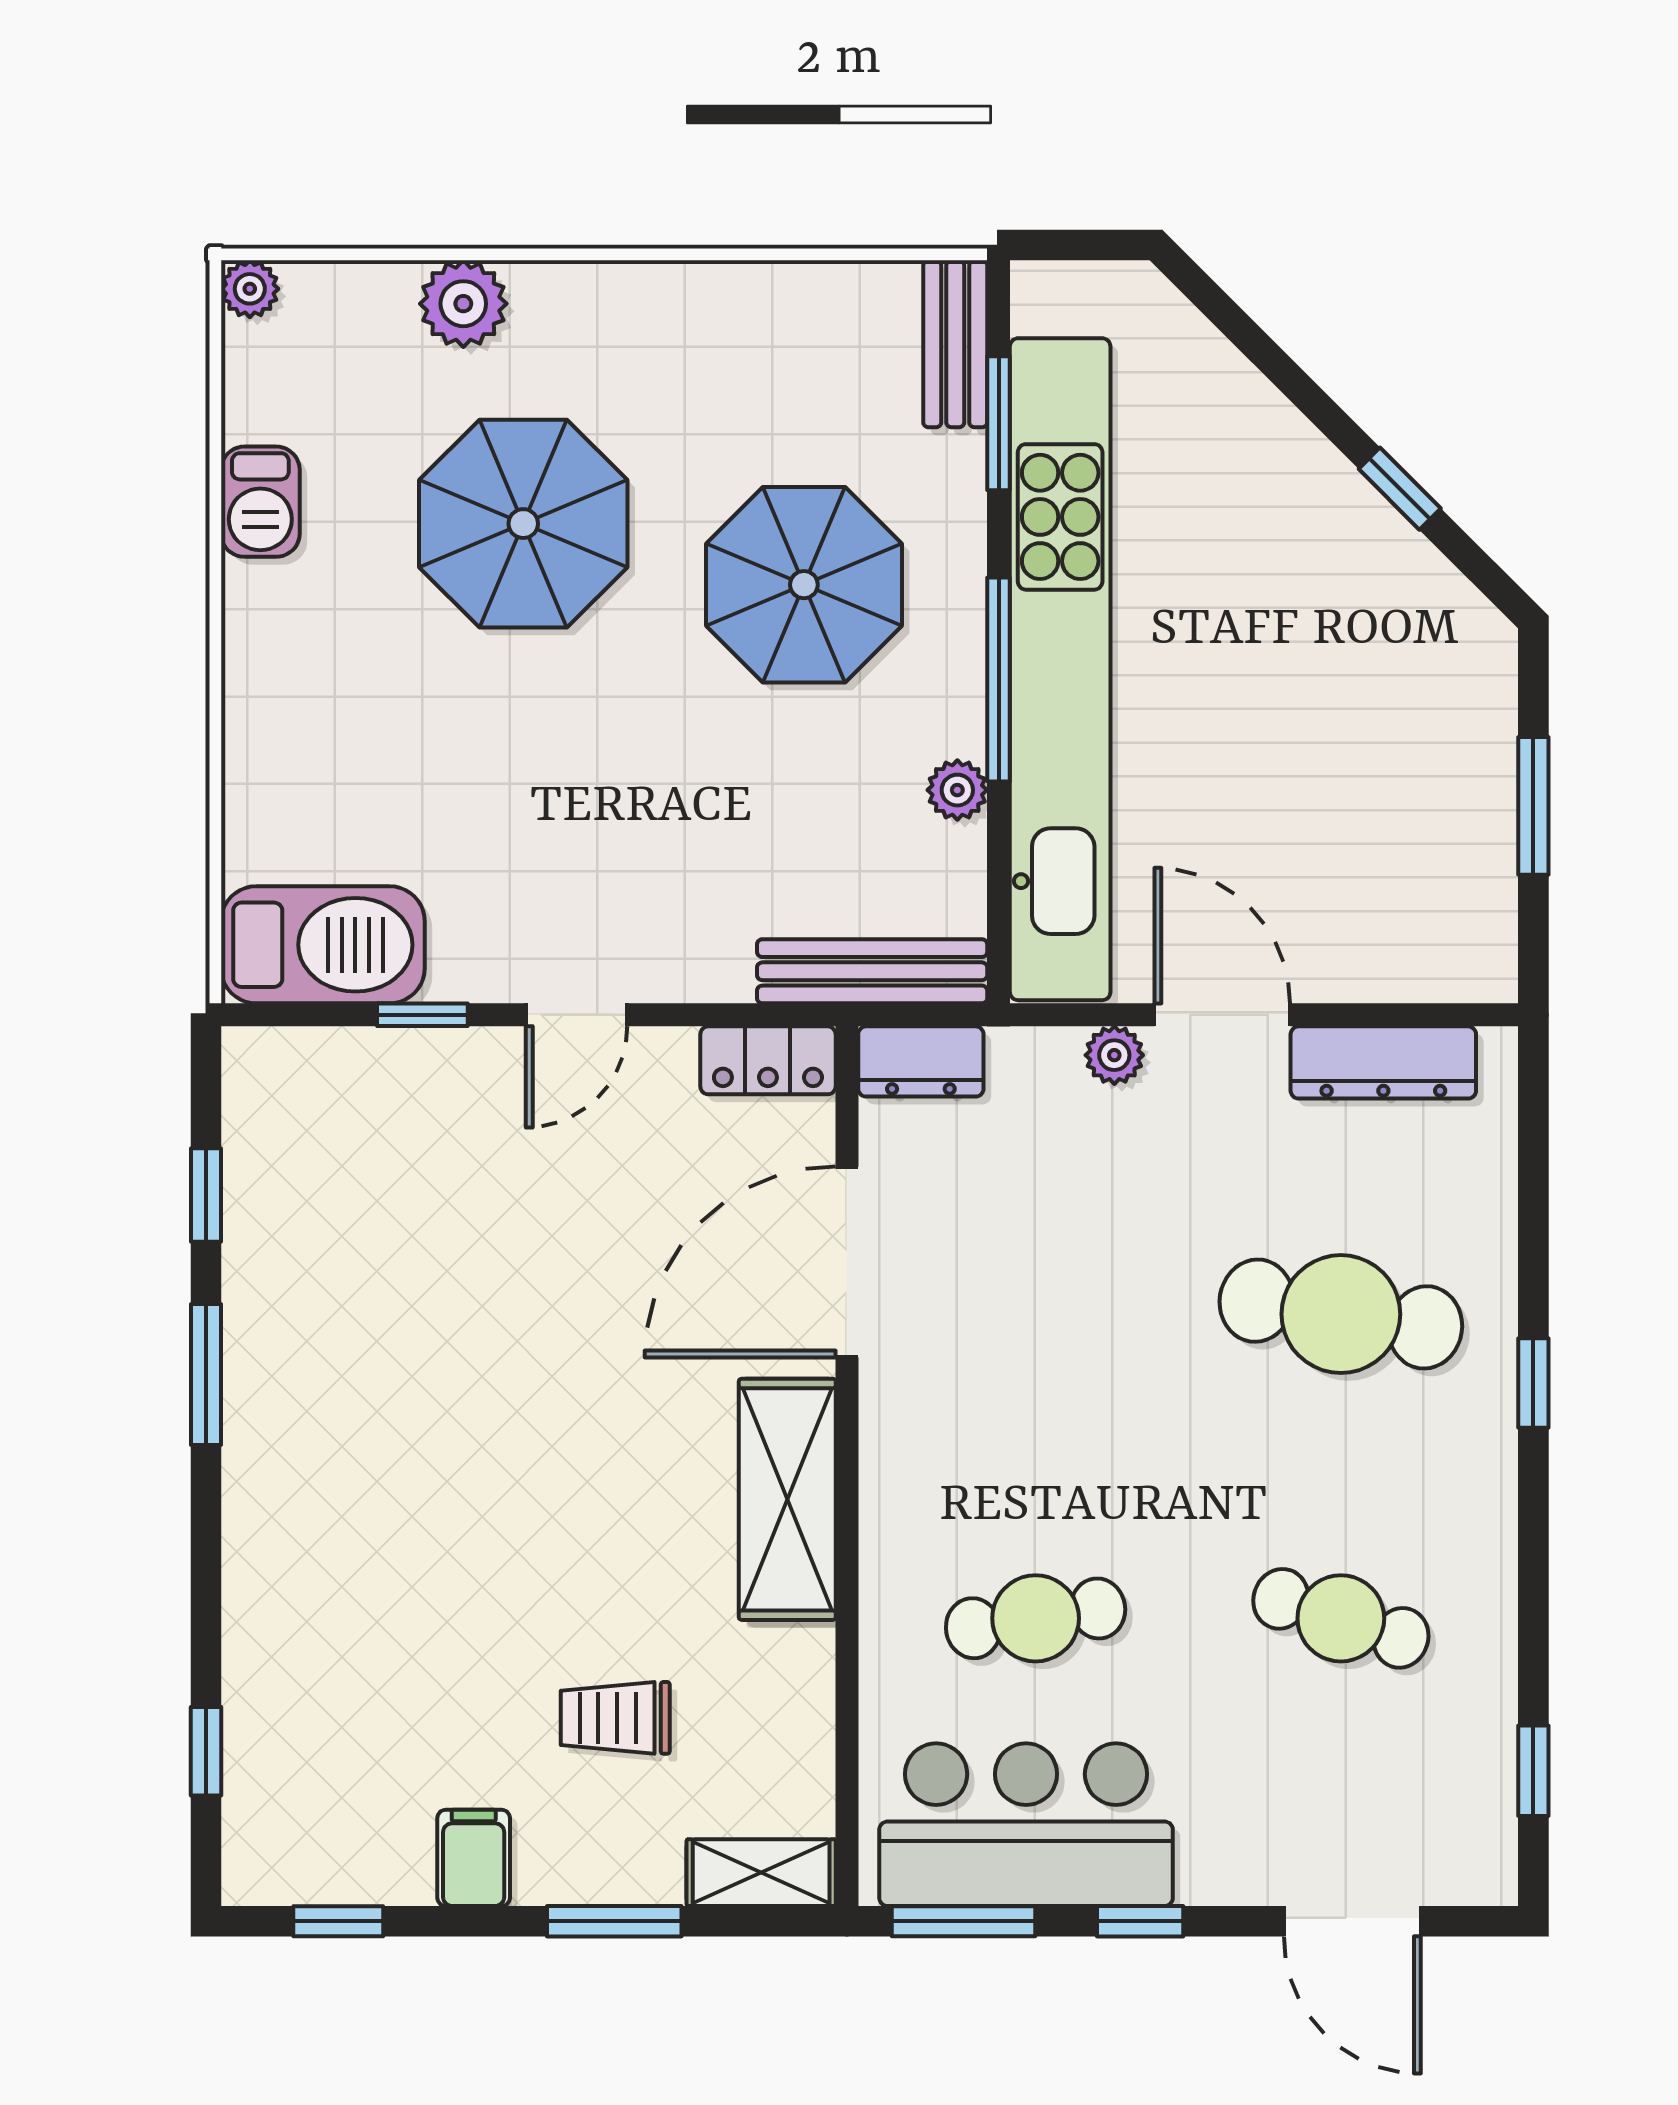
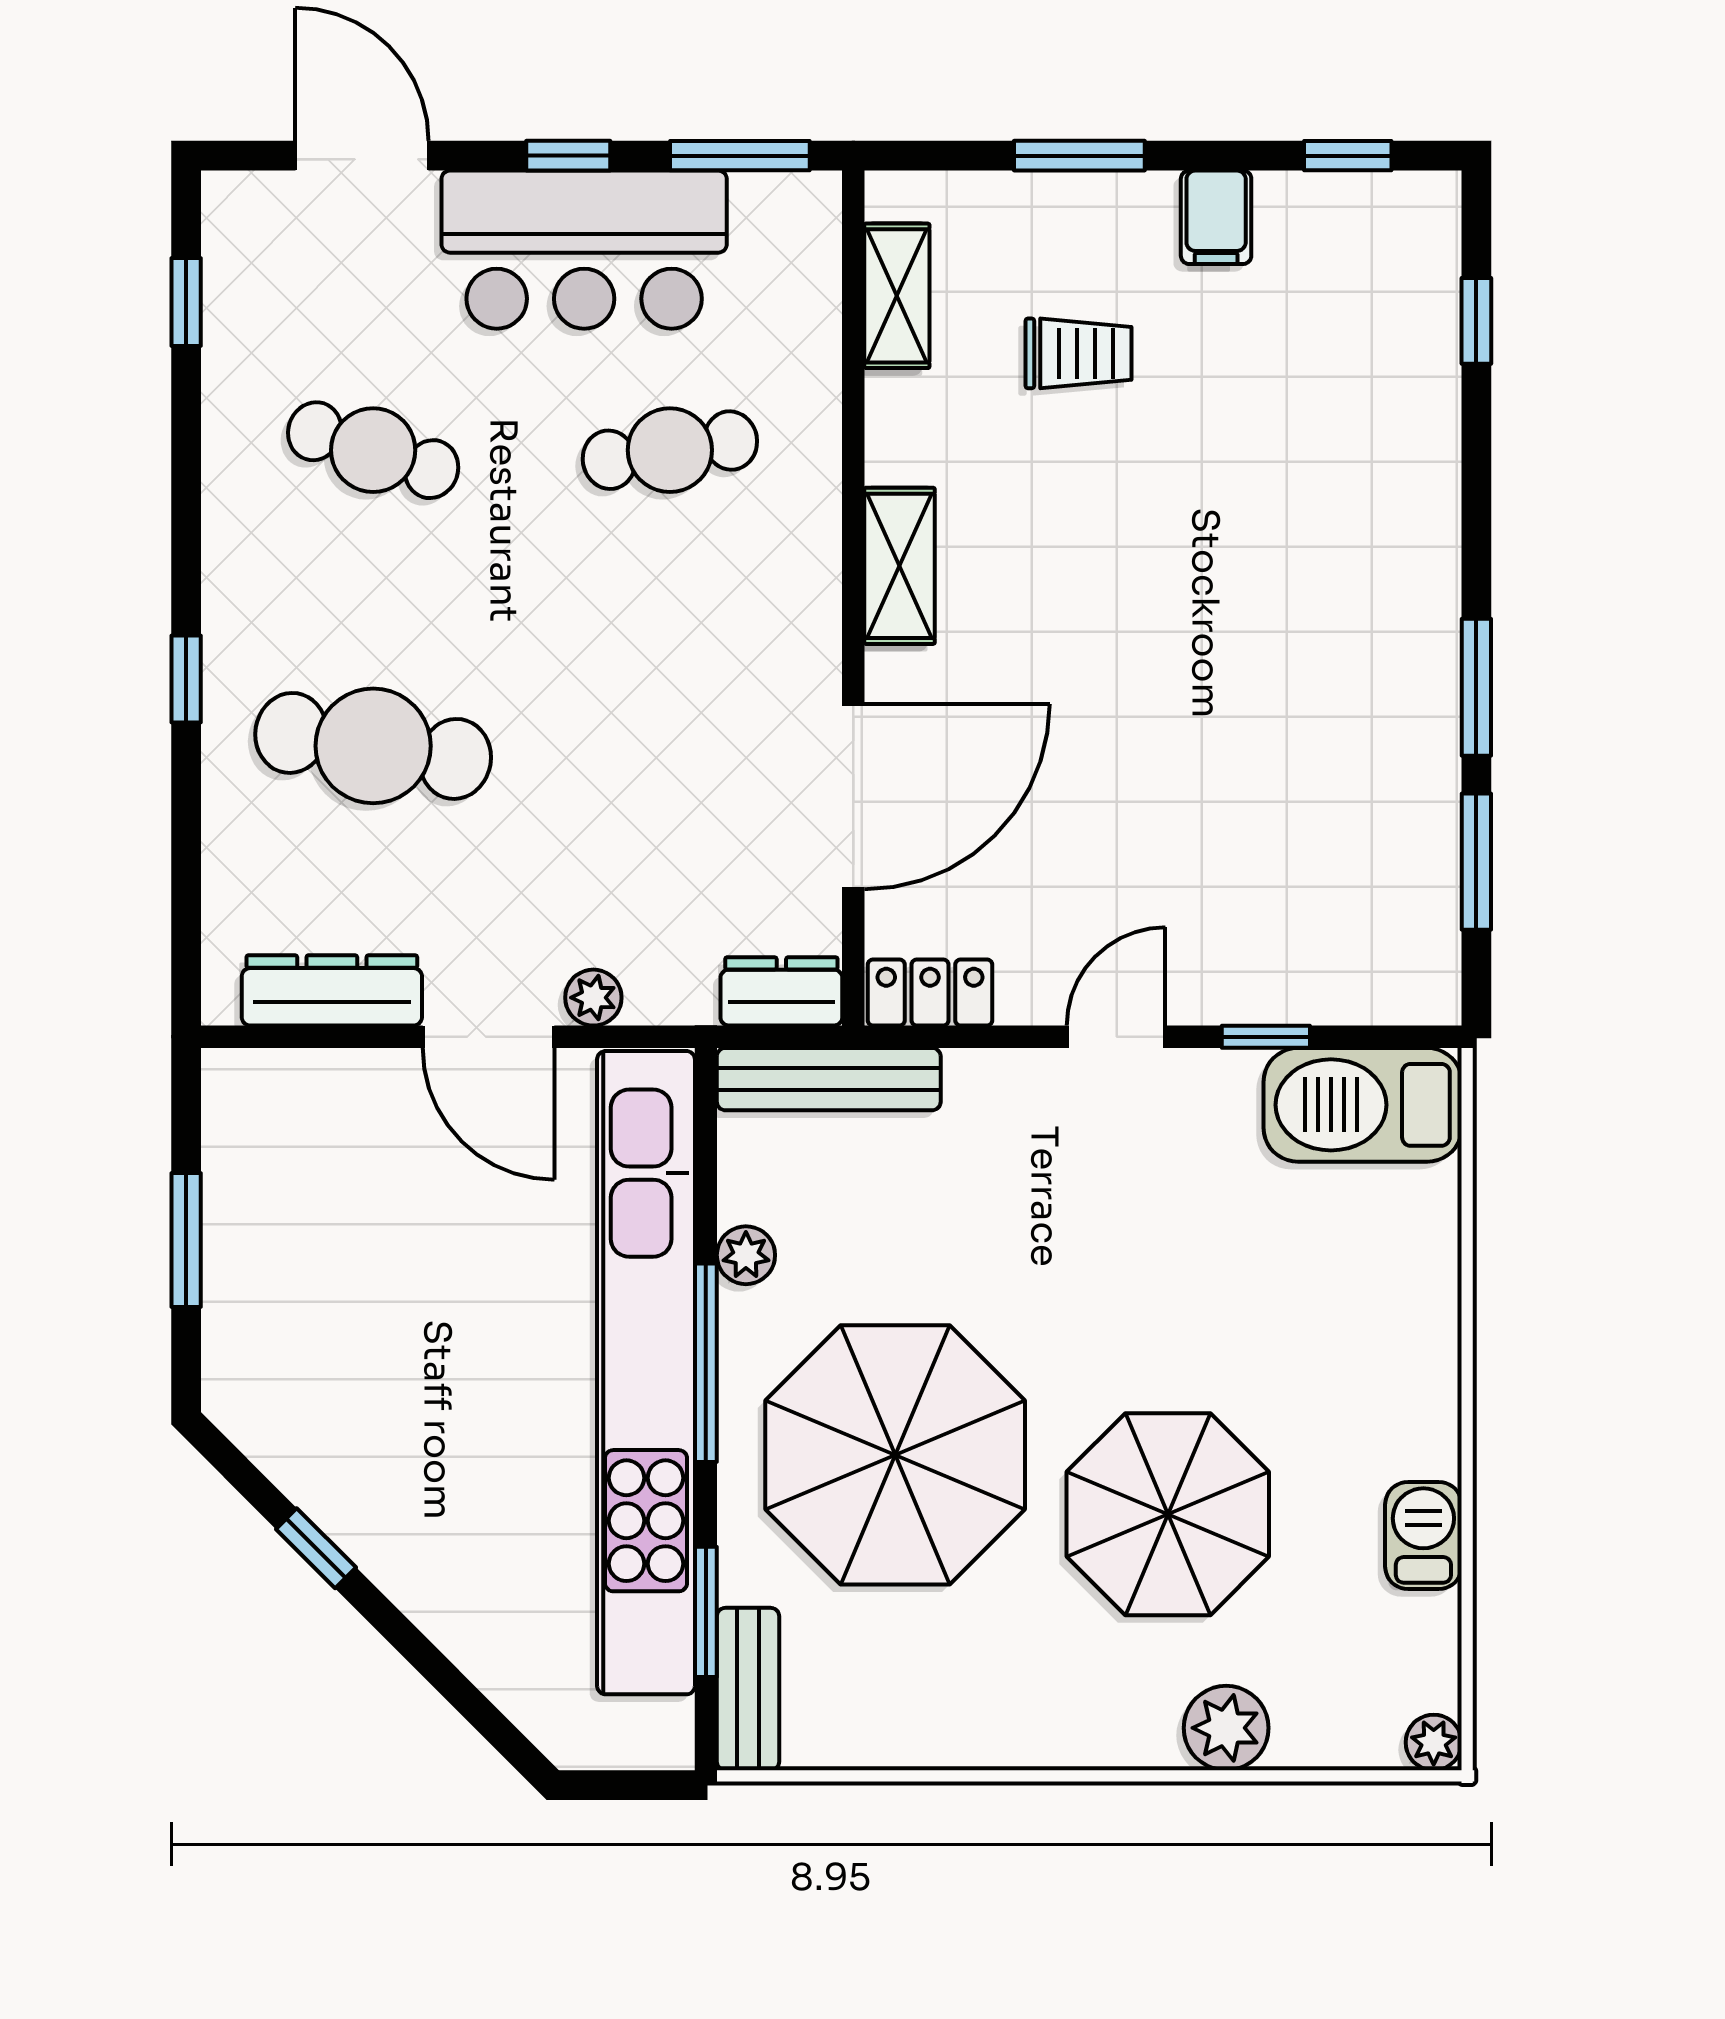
parasol: (804, 585) -> (895, 1455), width x1.36, depth x1.36
window: (206, 1195) -> (1476, 862), width x1.50
shelving: (787, 1499) -> (900, 566), width x0.67, depth x0.75
bar counter: (1026, 1825) -> (584, 250), moved
shelving: (761, 1873) -> (897, 296), moved, turned 90

